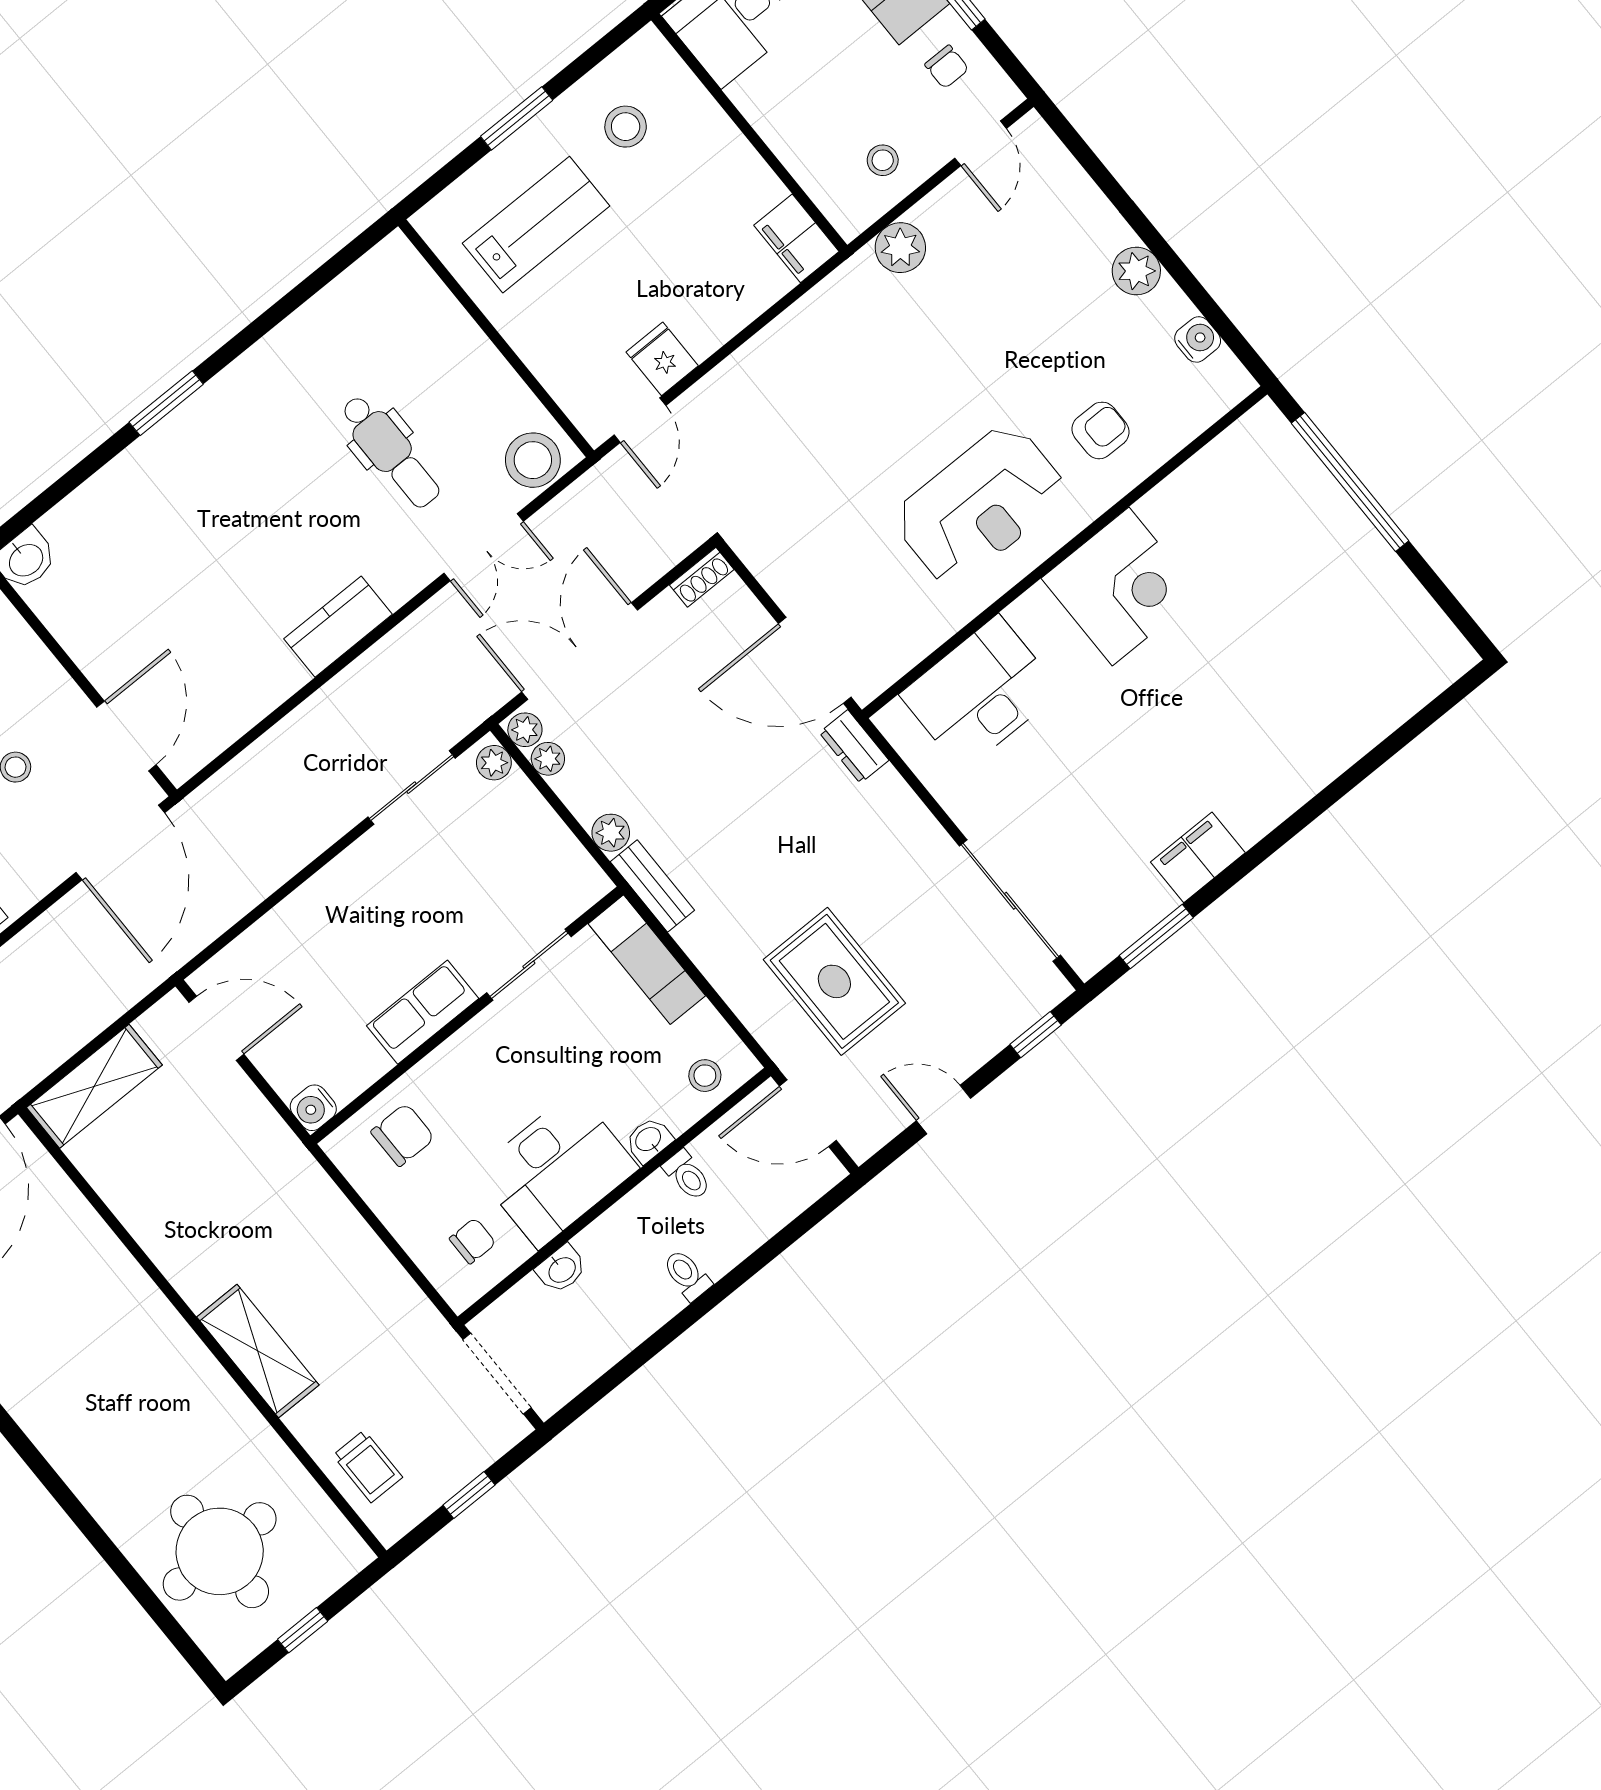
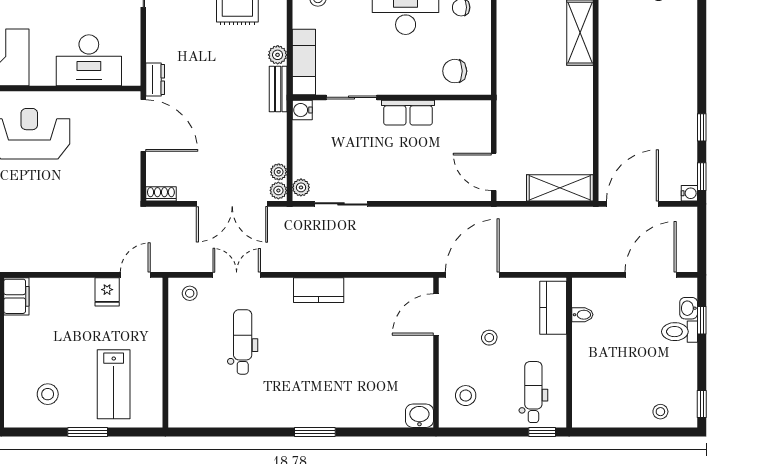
lab bench: (536, 225) -> (114, 384), turned -90
stool: (533, 460) -> (190, 293), width x0.53, depth x0.53
plant: (611, 833) -> (278, 55), moved
water cooler: (313, 1108) -> (302, 110), moved, turned 180

